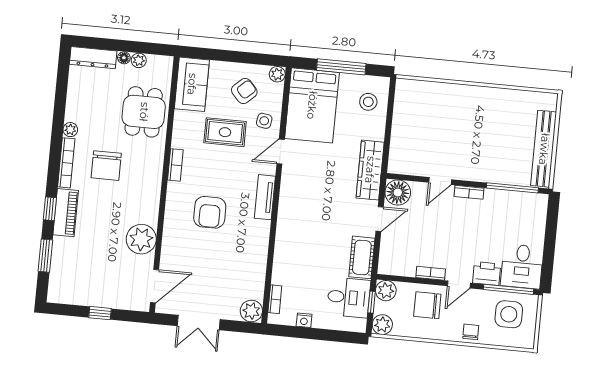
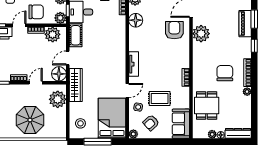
parasol: (456, 116) -> (30, 120), added
plant: (404, 148) -> (58, 99), added
armchair: (210, 212) -> (174, 30), moved
piano: (66, 213) -> (245, 24), moved
plant: (402, 263) -> (53, 34), added
floor lamp: (254, 274) -> (136, 20), added

